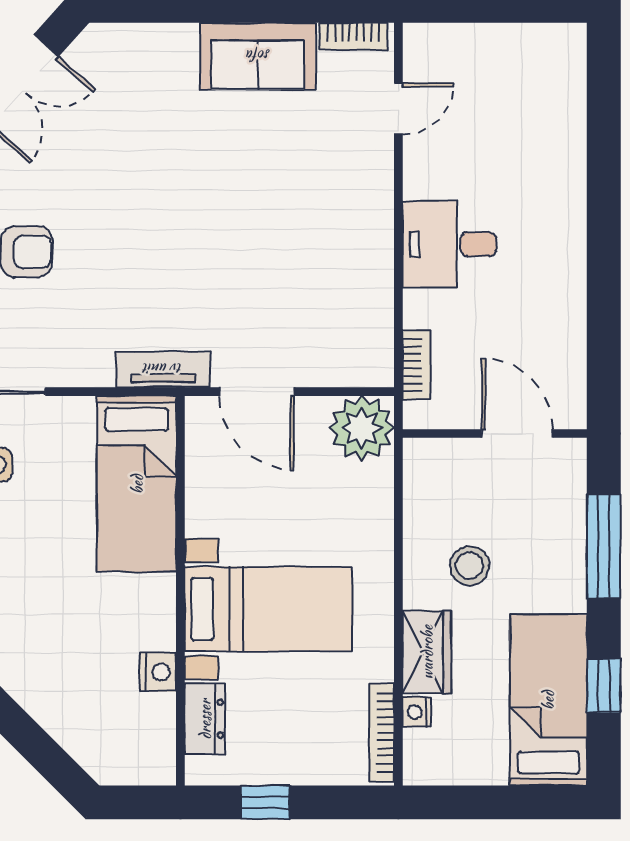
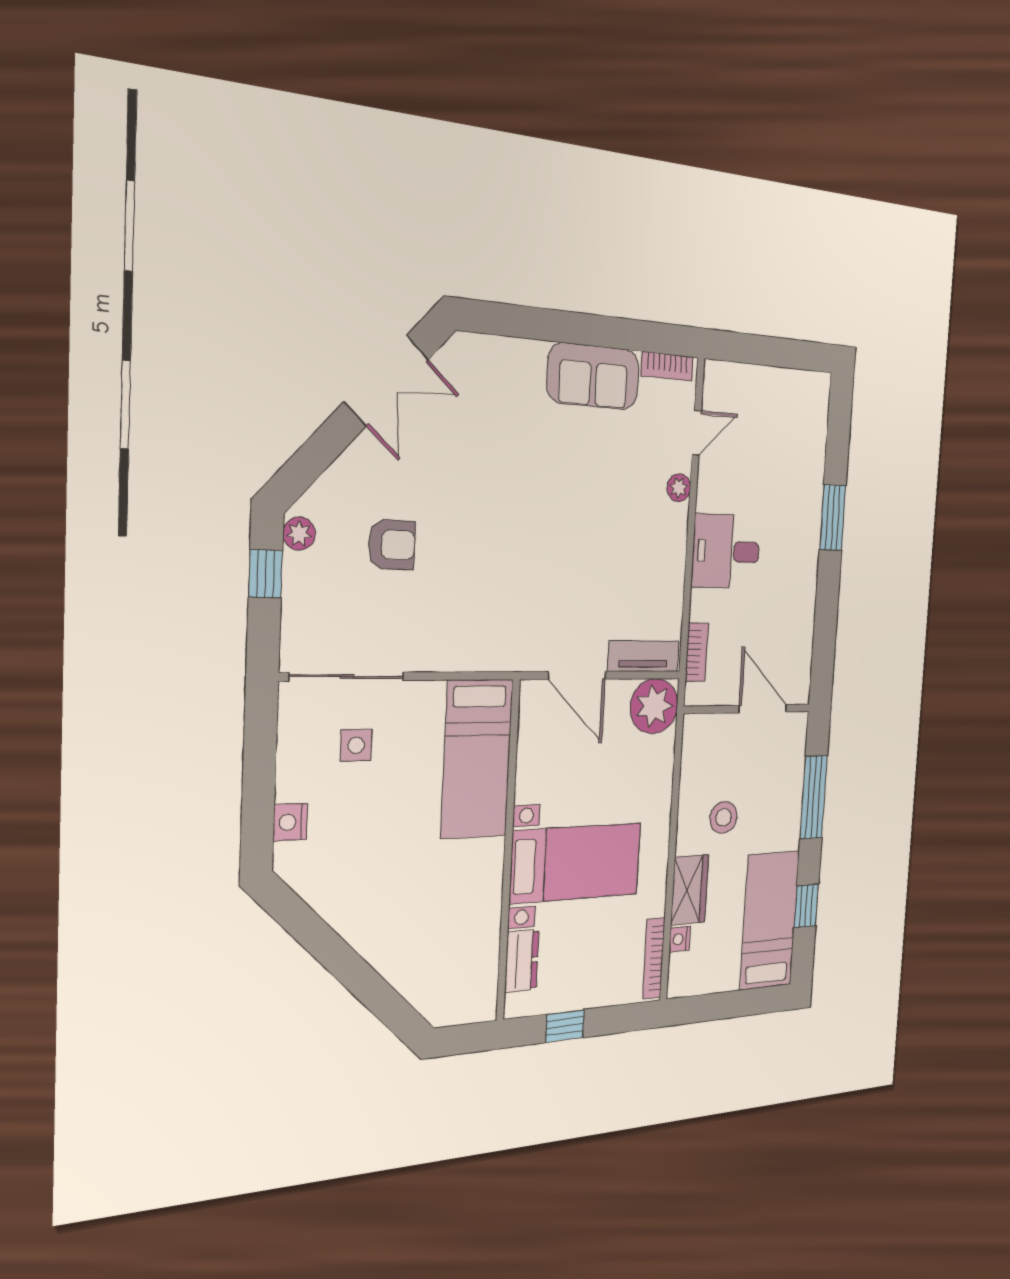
plant: (378, 173) -> (679, 488), added
window: (604, 197) -> (833, 517), added
tv unit: (163, 369) -> (643, 656), moved
nightstand: (158, 672) -> (487, 924), removed

